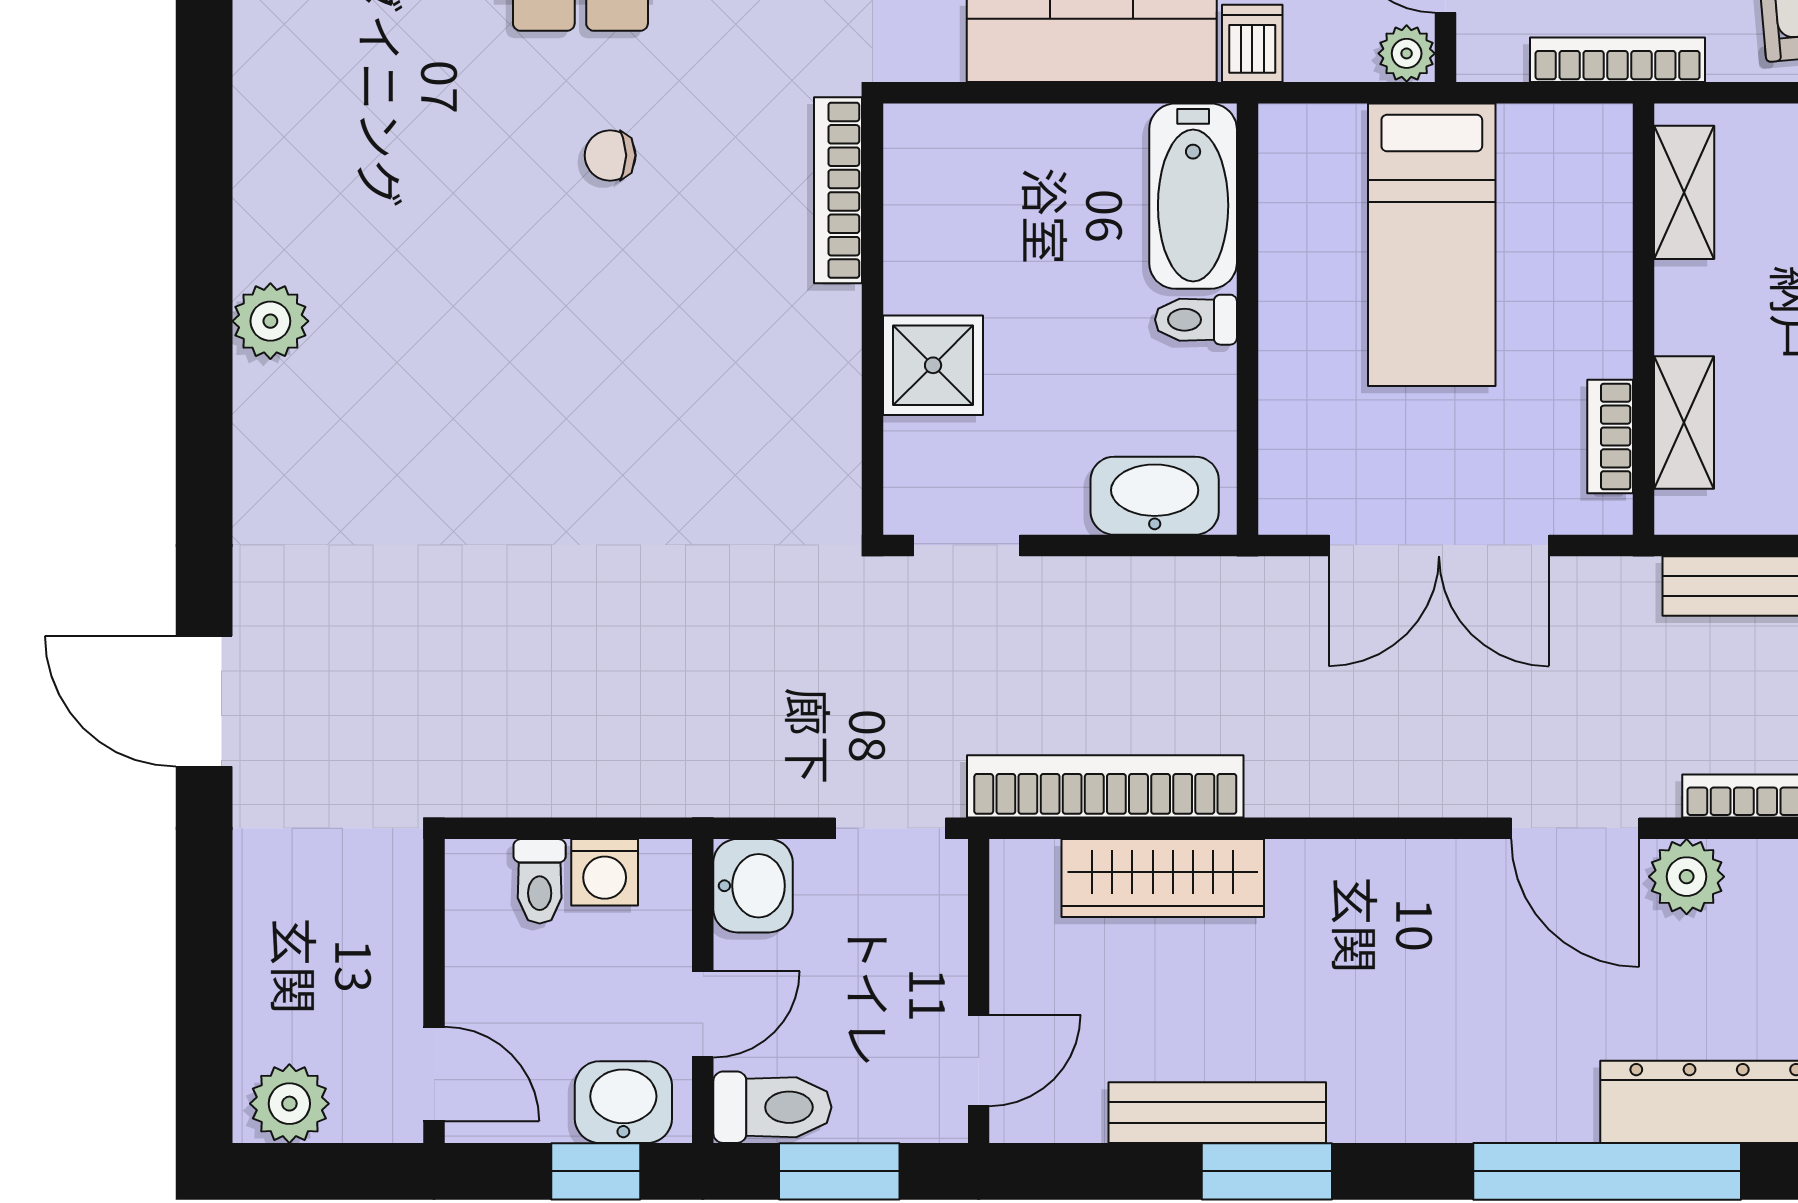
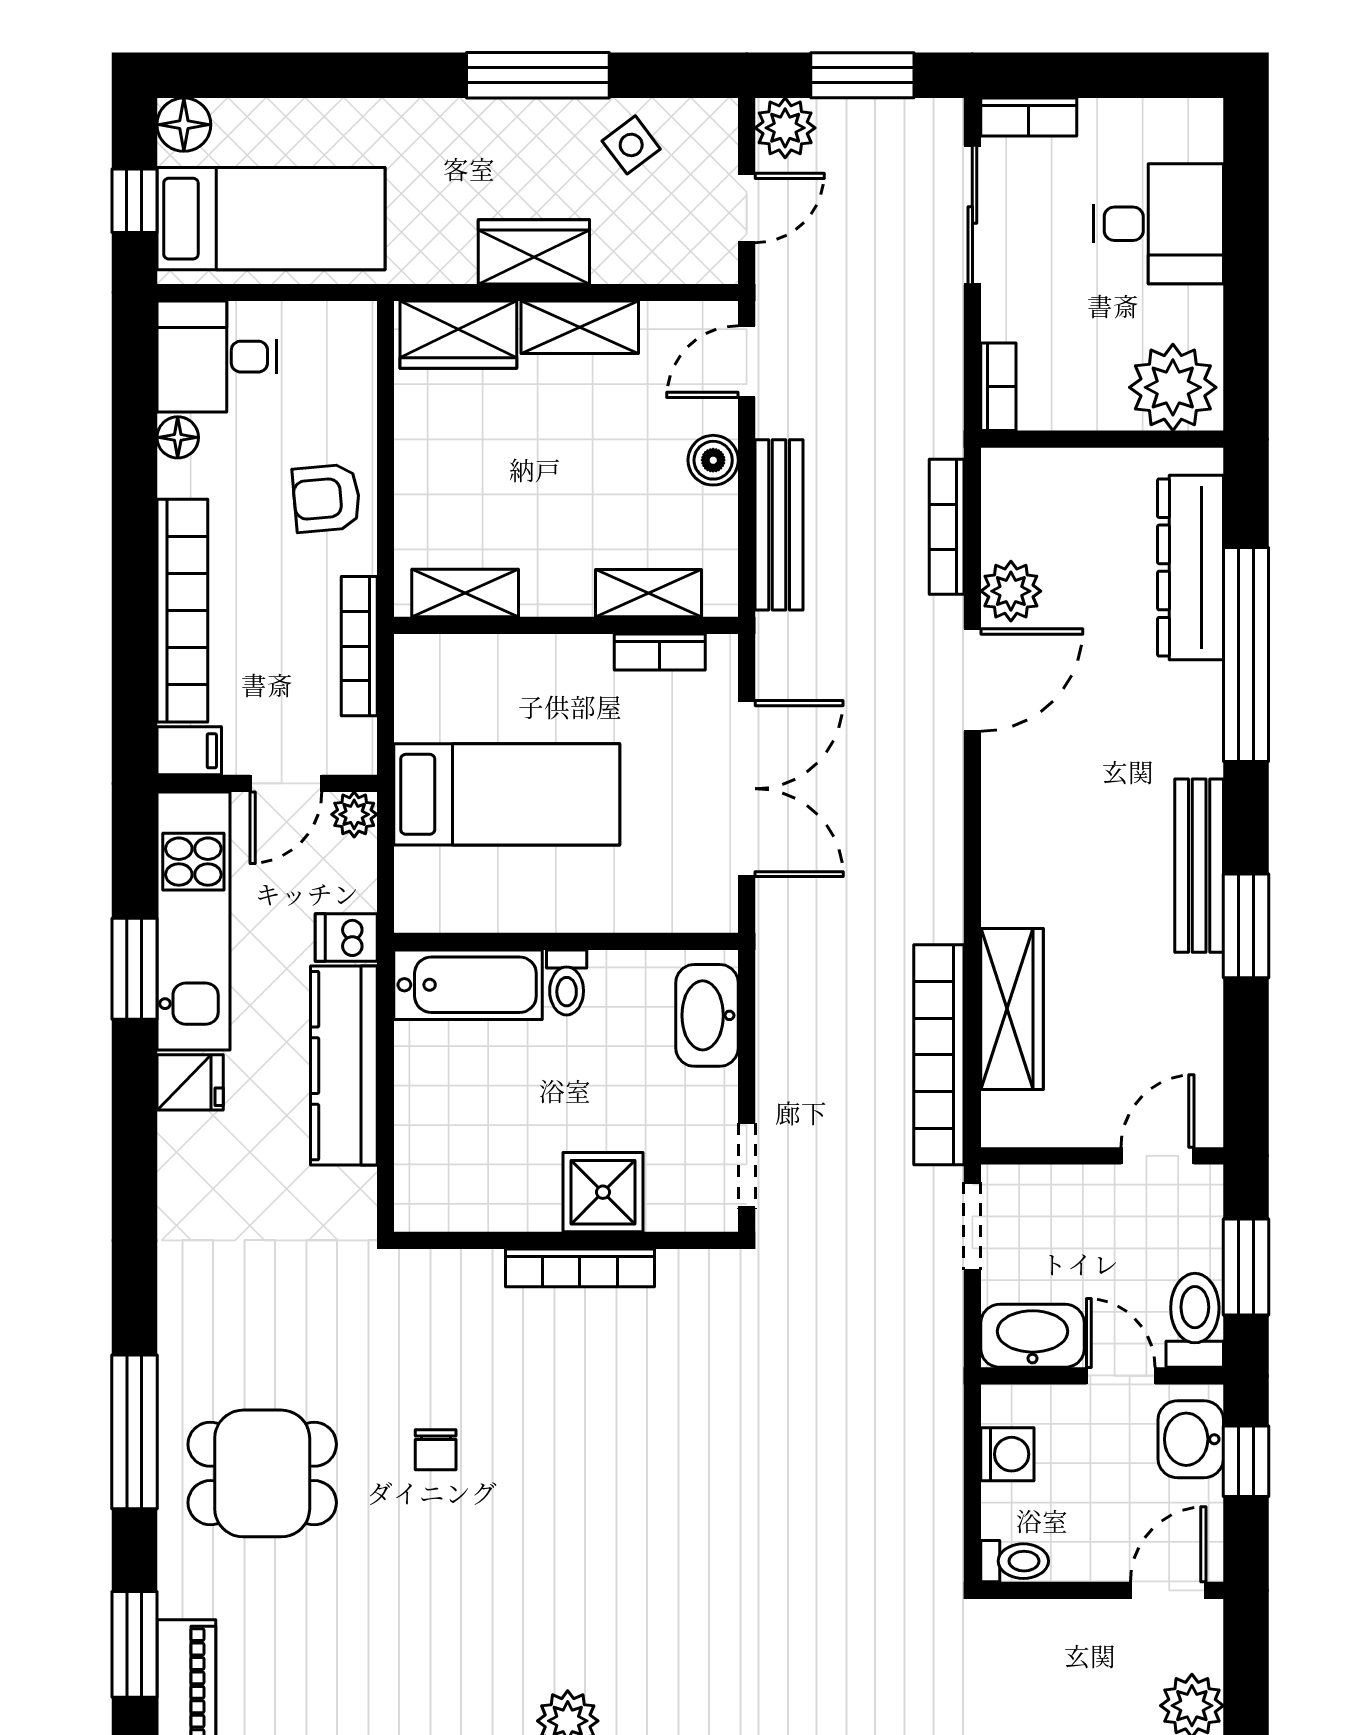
bookcase: (838, 190) -> (580, 1268), moved
toilet: (540, 881) -> (1015, 1561), moved
washbasin: (753, 886) -> (1033, 1336), width x1.38
door: (979, 1060) -> (1158, 1156), hinge flipped
bench: (1217, 1113) -> (1199, 866), moved

